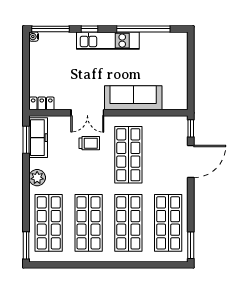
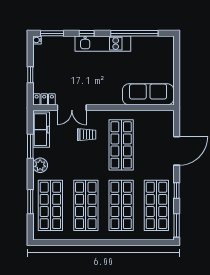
window: (50, 29) -> (52, 33), width x0.69
window: (26, 76) -> (30, 75), added
sofa: (133, 98) -> (148, 94), moved
double door: (87, 113) -> (72, 108), moved
window: (191, 128) -> (177, 190), moved
window: (26, 140) -> (30, 146), moved
window: (26, 245) -> (30, 202), moved

